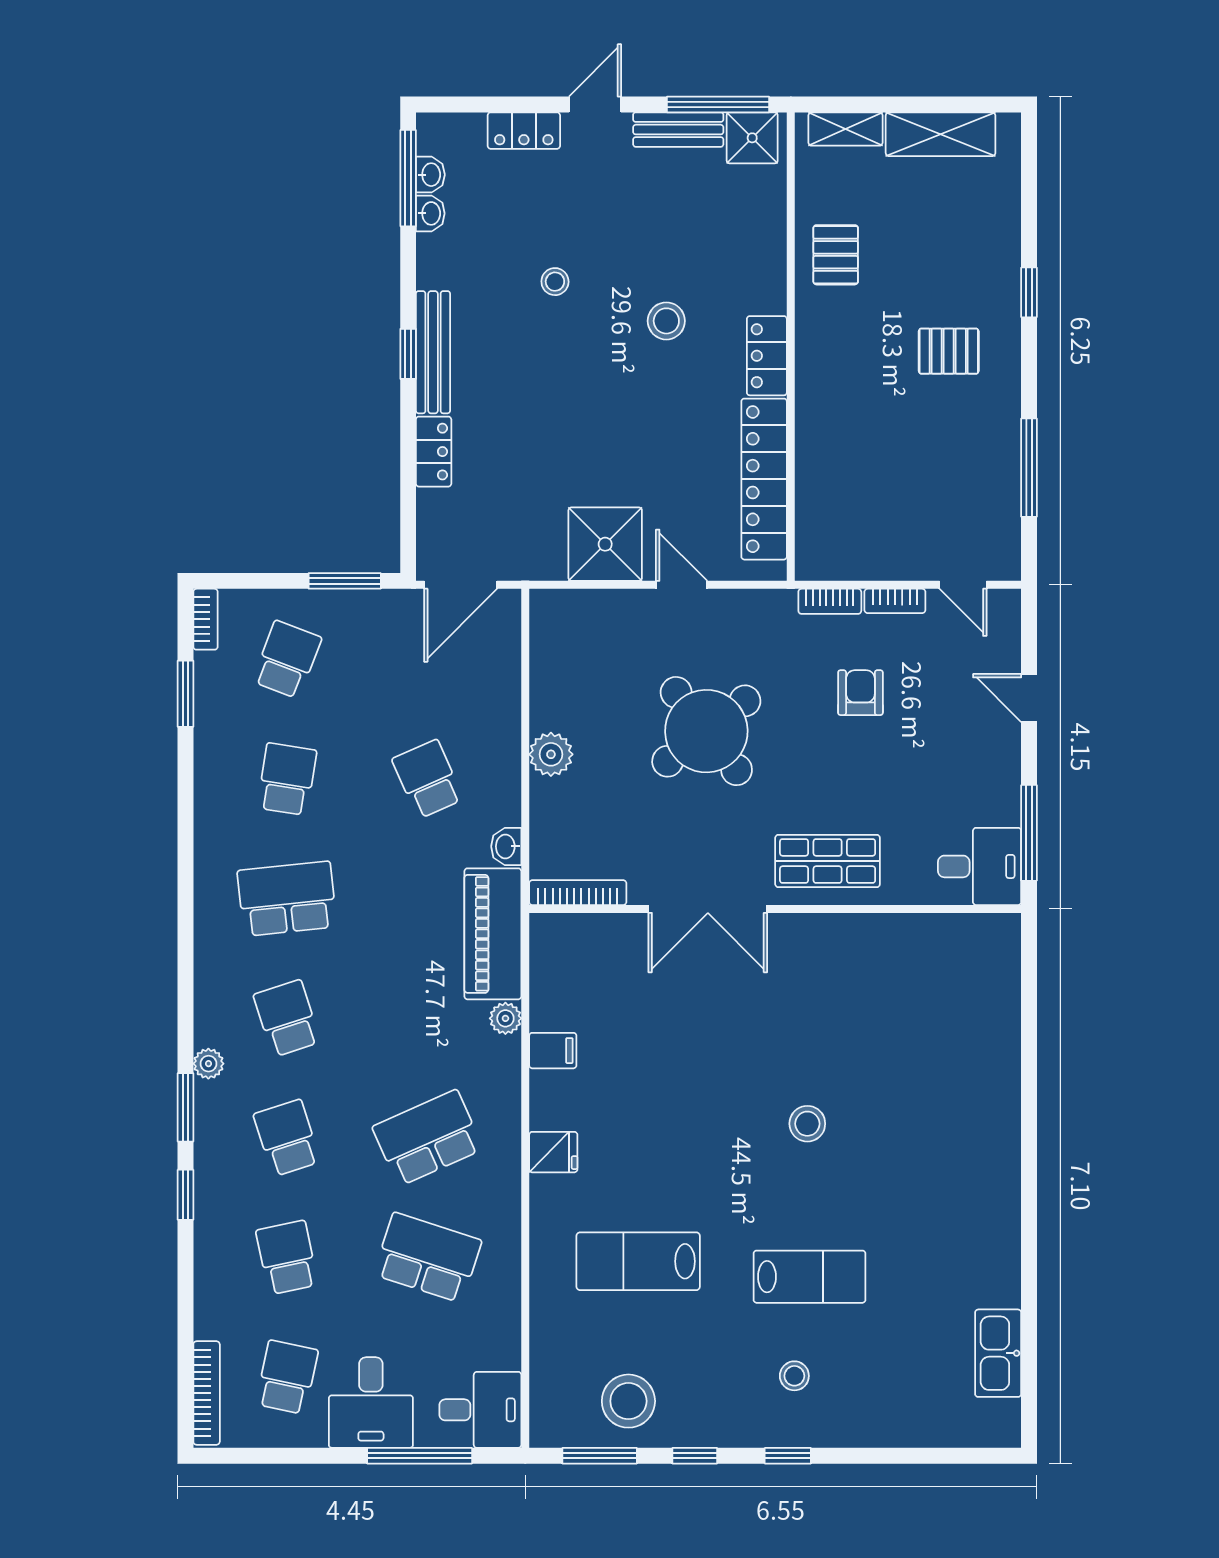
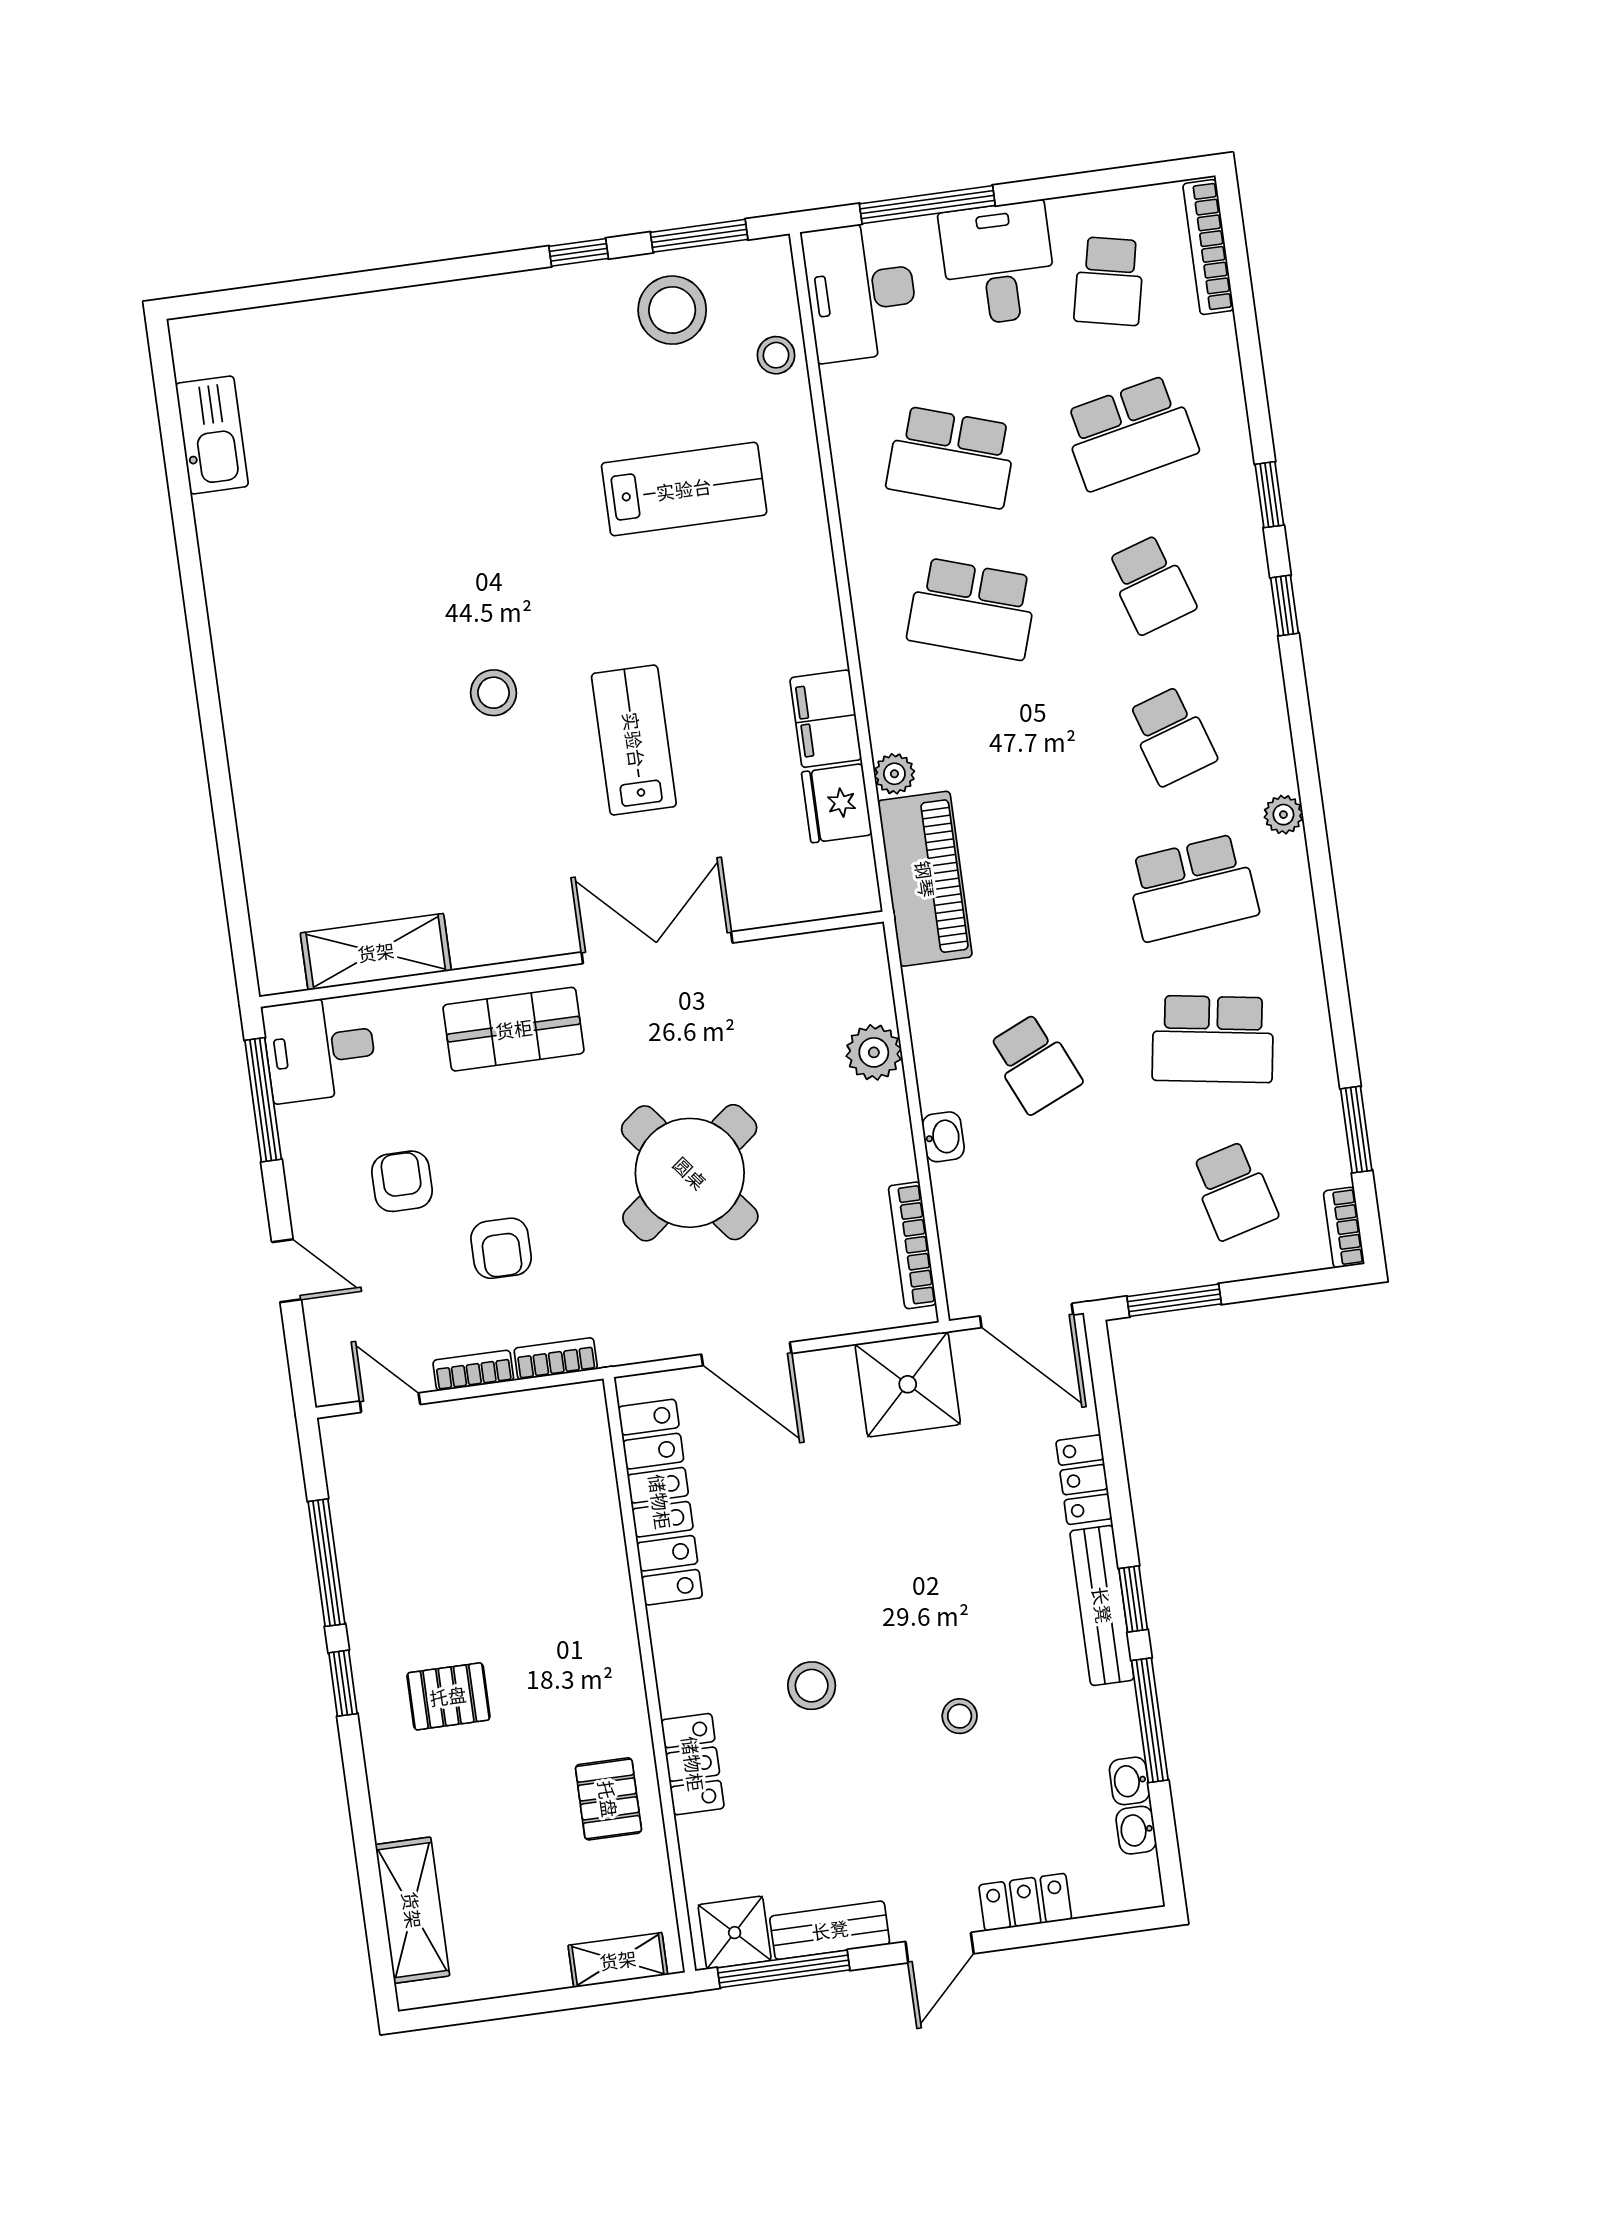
shelving: (941, 134) -> (412, 1910), moved, turned 90
window: (408, 178) -> (1150, 1720), moved
window: (1029, 292) -> (343, 1683), moved
locker: (767, 356) -> (693, 1764), moved
shower: (605, 544) -> (908, 1384), moved
door: (461, 585) -> (1027, 1315), swing flipped
door: (682, 585) -> (746, 1354), width x1.38
school desk: (287, 659) -> (1234, 1191), turned -36
plant: (551, 754) -> (874, 1052), moved
armchair: (930, 755) -> (402, 1181), added
school desk: (287, 779) -> (1213, 1039), width x1.85
washbasin: (506, 846) -> (943, 1137), moved
bookcase: (578, 893) -> (912, 1245), moved, turned 90
shelving: (926, 935) -> (376, 952), added
filing cabinet: (553, 1051) -> (826, 719), width x2.00
plant: (208, 1064) -> (1283, 815), moved
window: (185, 1107) -> (1285, 605), width x0.67
school desk: (428, 1138) -> (972, 609), turned 42
fridge: (553, 1152) -> (837, 803), moved, width x1.38
school desk: (287, 1258) -> (1130, 433), width x1.85
lab bench: (810, 1277) -> (634, 740), moved, turned 90
stool: (794, 1376) -> (776, 355), moved
desk: (480, 1410) -> (861, 291), width x1.37
window: (788, 1456) -> (461, 269), removed

